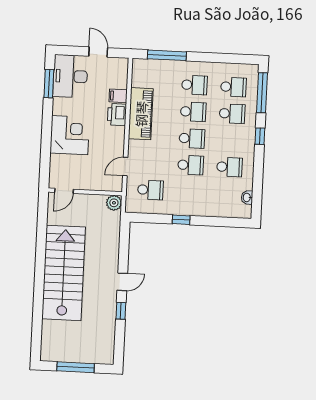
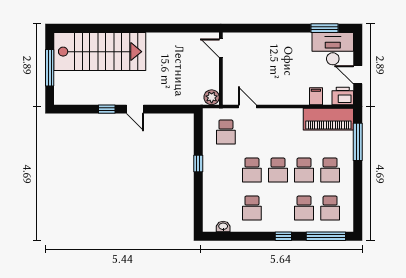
door: (98, 52) -> (358, 75), swing flipped
piano: (141, 114) -> (328, 119), moved
printer: (117, 115) -> (343, 96), moved
corner desk: (70, 135) -> (275, 51), removed
stairs: (64, 273) -> (100, 52), moved

